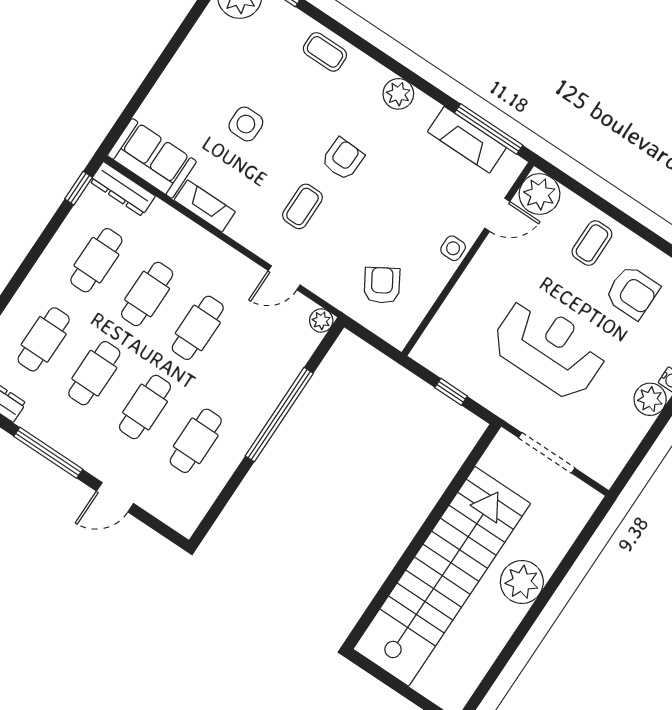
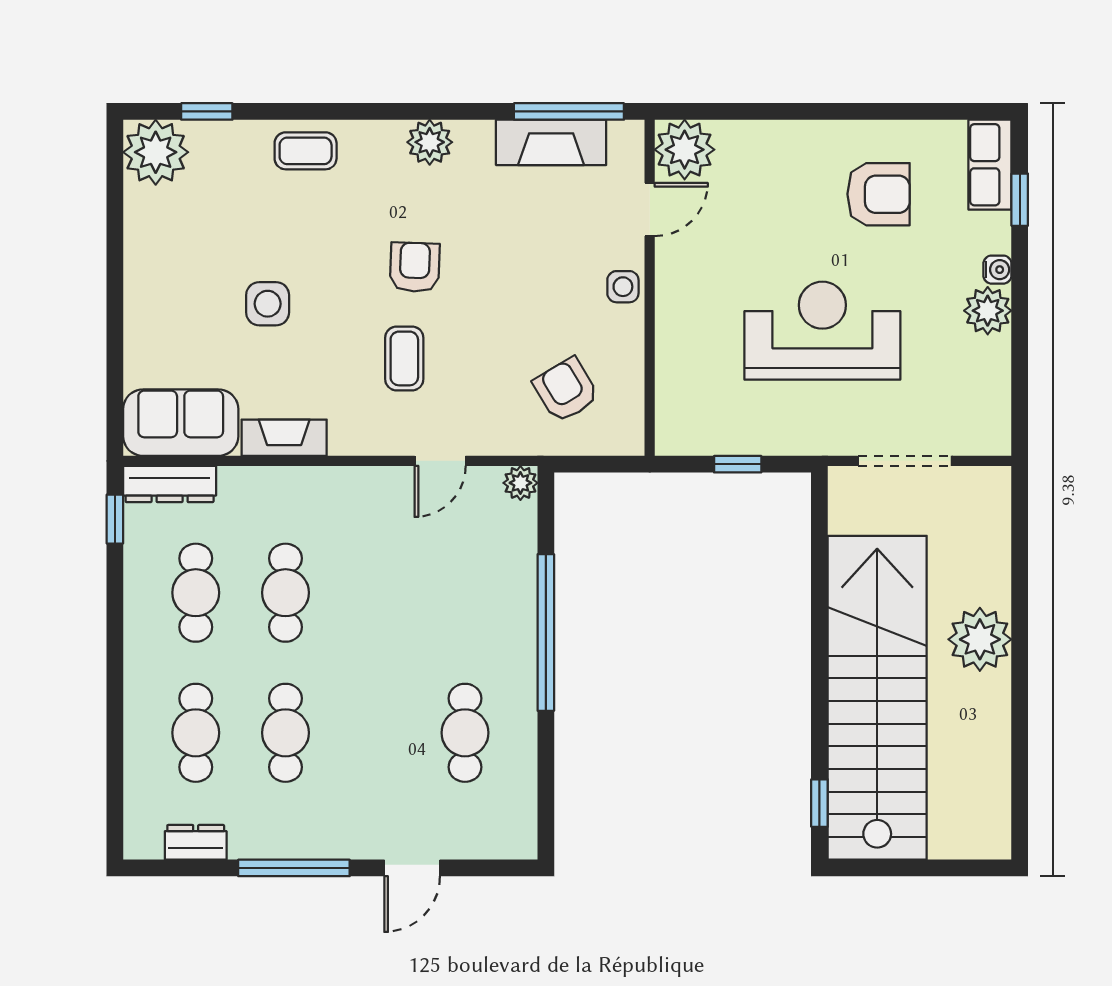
coffee table: (592, 243) -> (789, 167), removed
cafe table: (198, 328) -> (375, 593), removed
cafe table: (145, 407) -> (375, 733), removed
window: (369, 614) -> (819, 803), added

